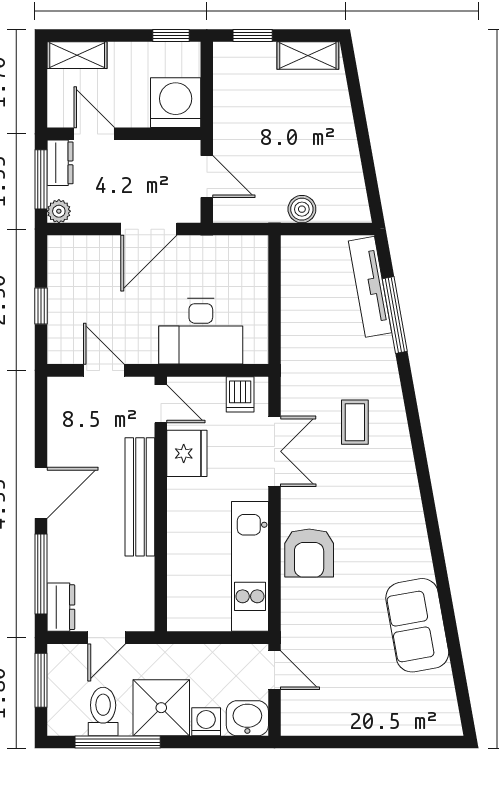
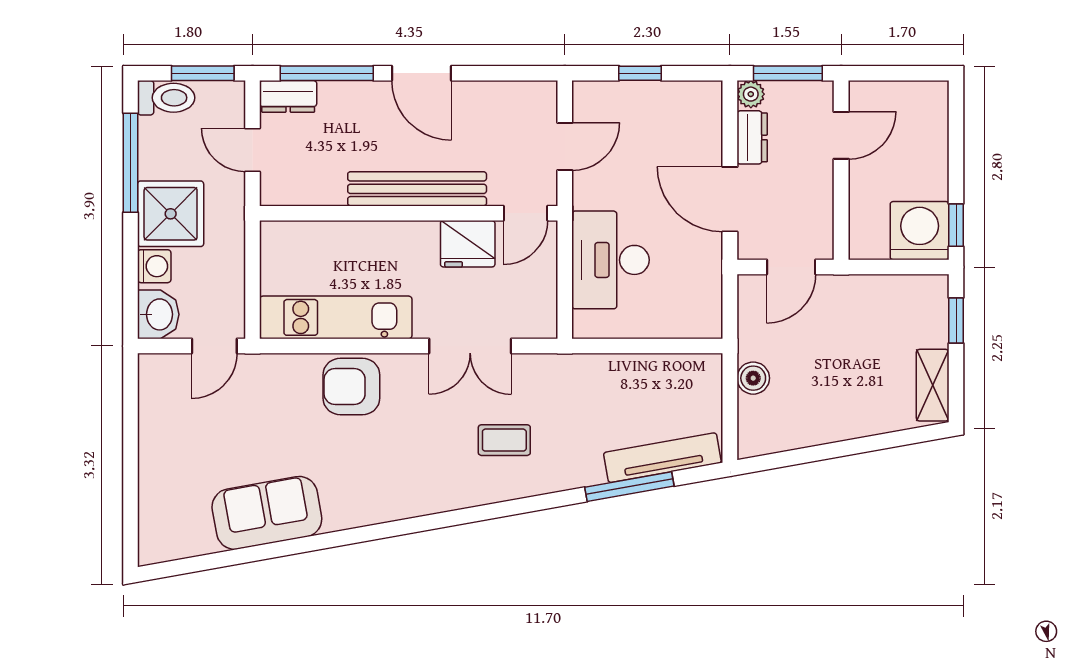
shelving: (77, 55) -> (933, 115), removed
washing machine: (176, 103) -> (920, 231), moved, turned -90
dresser: (60, 163) -> (752, 137), moved, turned -90
dishwasher: (240, 394) -> (537, 306), removed
toilet: (103, 712) -> (166, 98), moved

